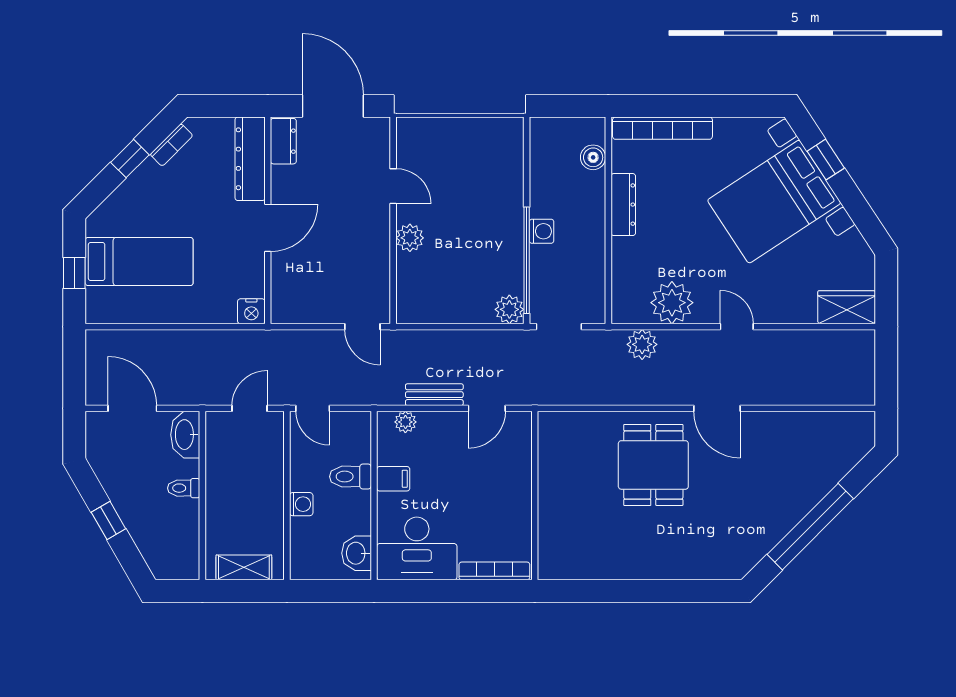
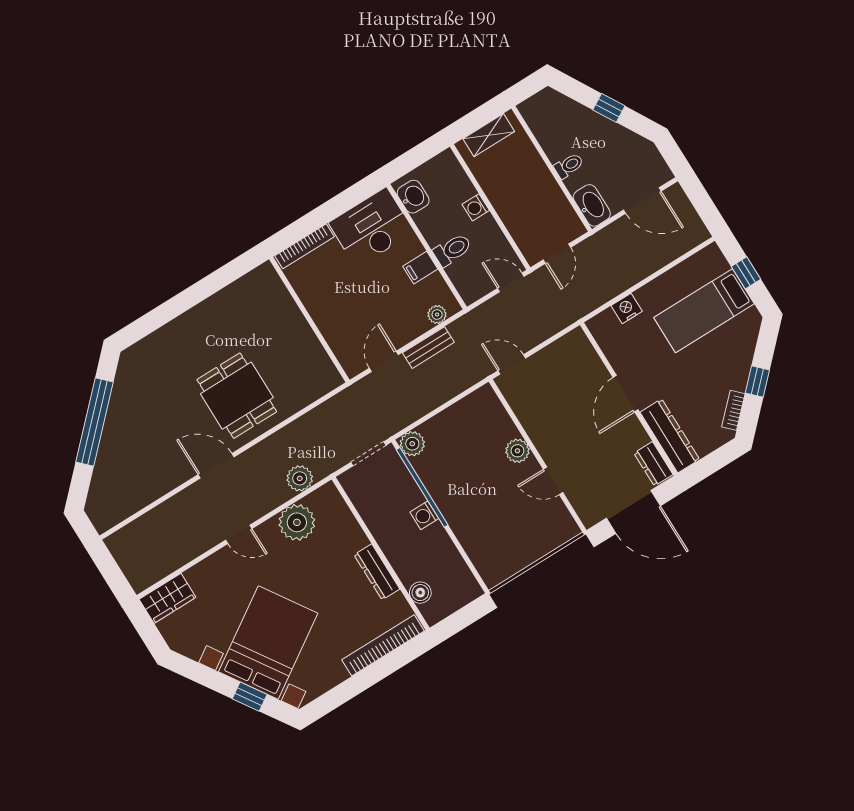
nightstand: (251, 311) -> (627, 308), moved

